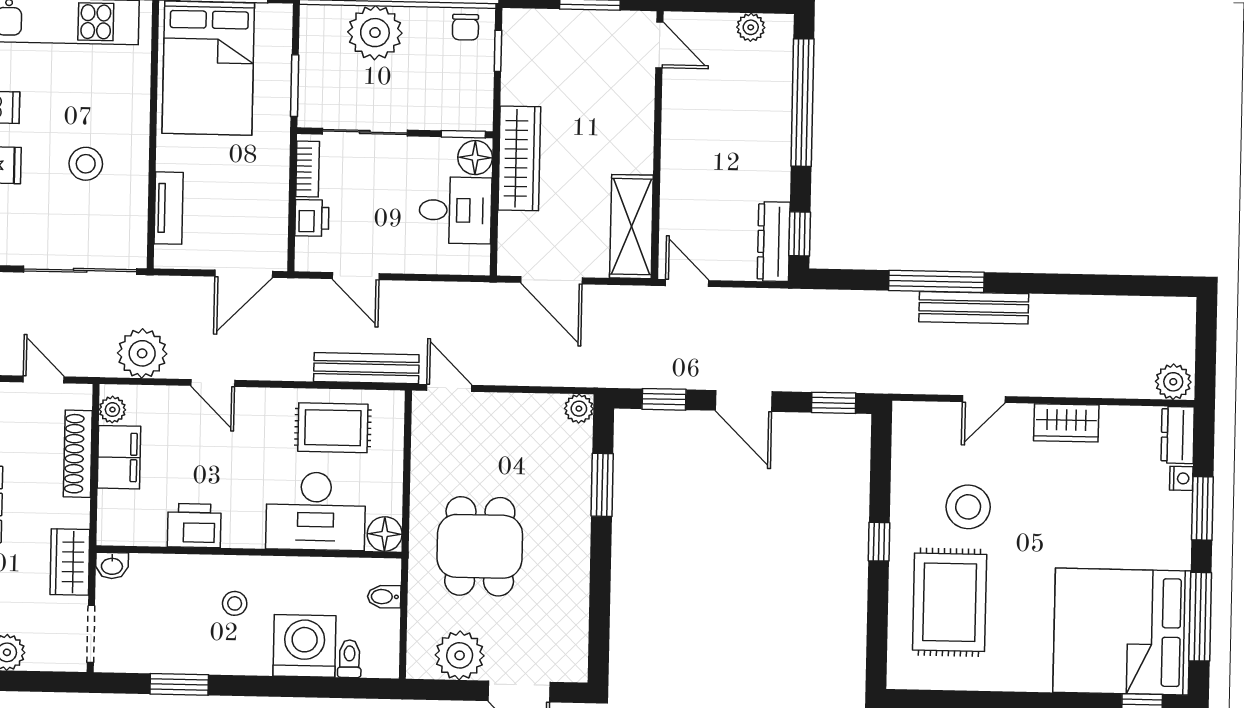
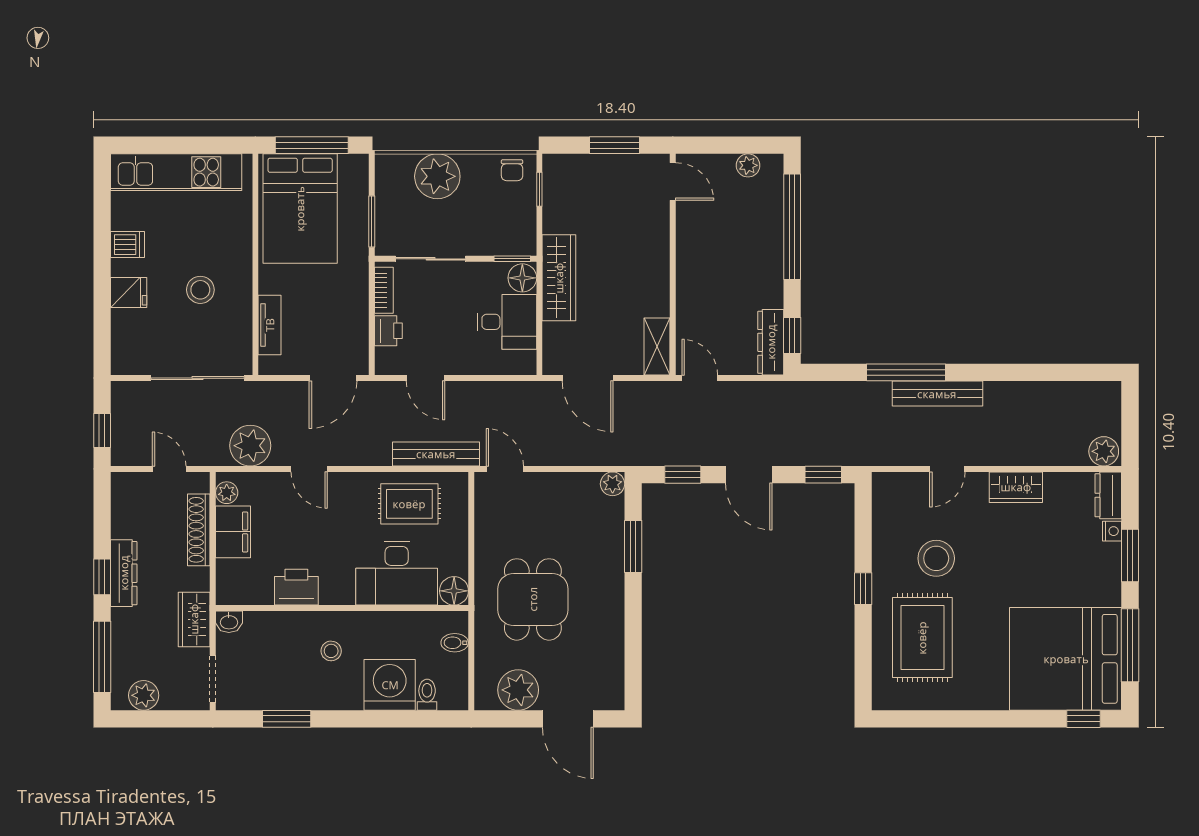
shelving: (631, 227) -> (657, 347), width x0.67, depth x0.75

